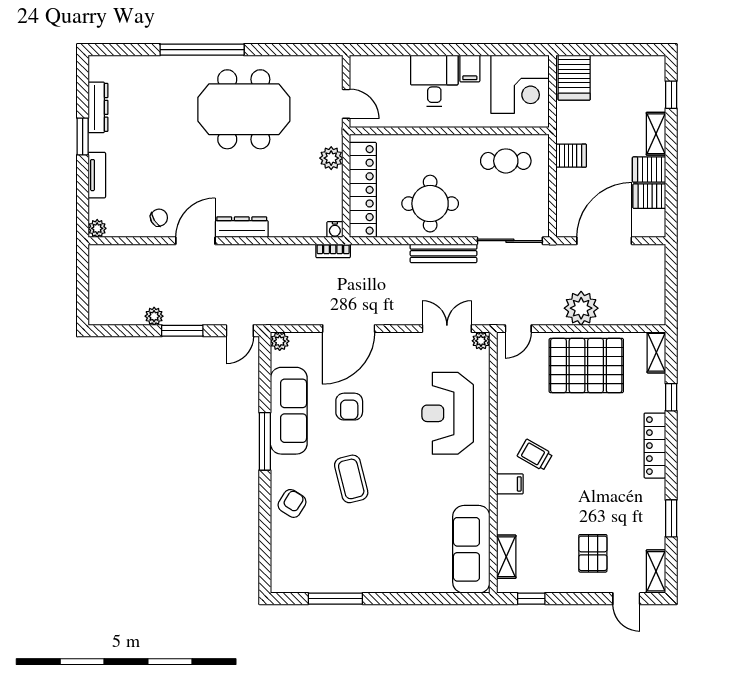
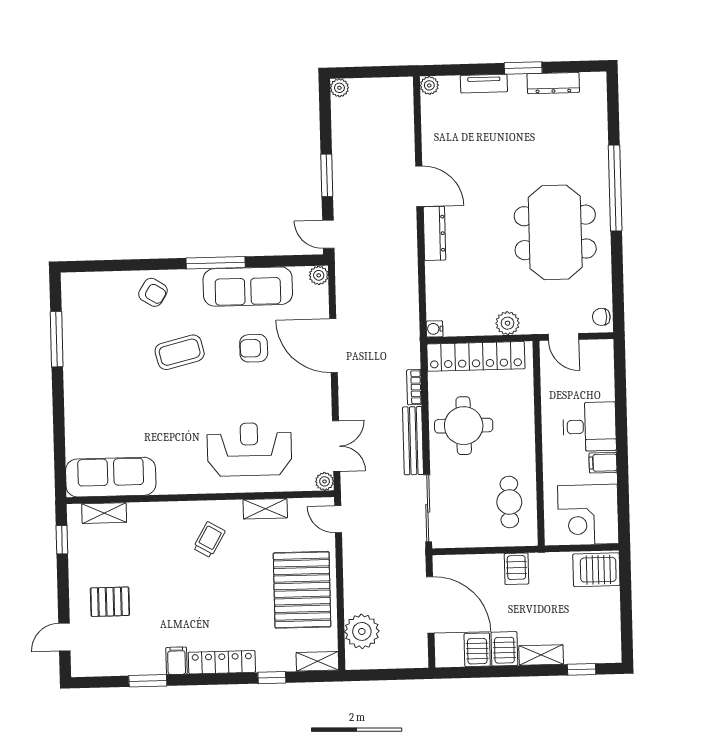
door: (346, 104) -> (563, 337), hinge flipped
chair: (159, 218) -> (601, 317), moved, turned 121
bookcase: (333, 251) -> (414, 387), moved
plant: (581, 308) -> (362, 631), moved
plant: (154, 316) -> (339, 88), moved
filing cabinet: (510, 484) -> (177, 661), moved, turned 180
shelving: (656, 571) -> (265, 509), moved

